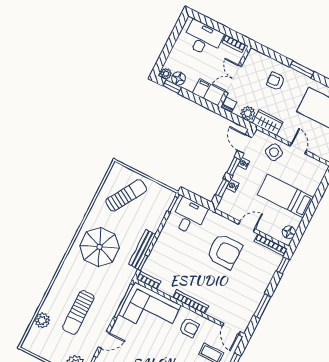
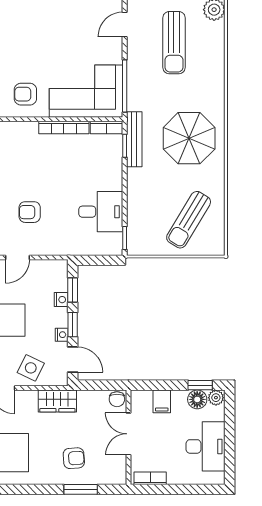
desk: (203, 38) -> (206, 446), moved, turned -90
window: (302, 69) -> (81, 489), moved
double door: (233, 79) -> (128, 434), swing flipped
plant: (248, 113) -> (88, 400), removed
desk: (189, 216) -> (101, 212), moved, turned -90
bench: (142, 249) -> (134, 139), moved
armchair: (224, 251) -> (30, 212), width x0.53, depth x0.53
bookcase: (190, 302) -> (64, 127), moved
sun lounger: (78, 312) -> (174, 43), turned 180

